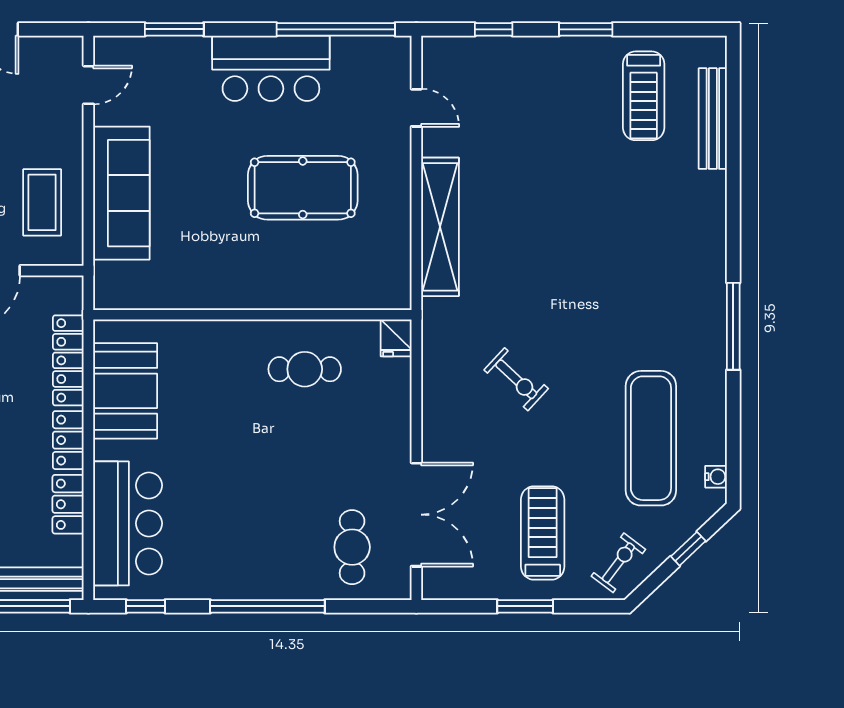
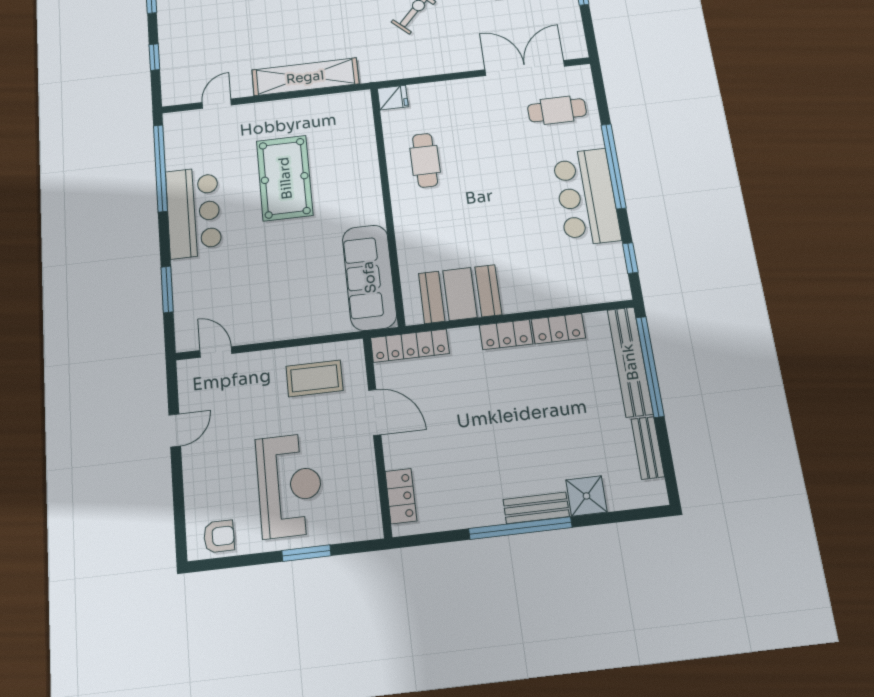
sofa: (121, 193) -> (369, 277), moved, turned -90
locker: (68, 360) -> (410, 346), moved
bar counter: (128, 523) -> (586, 197), moved, turned -90

